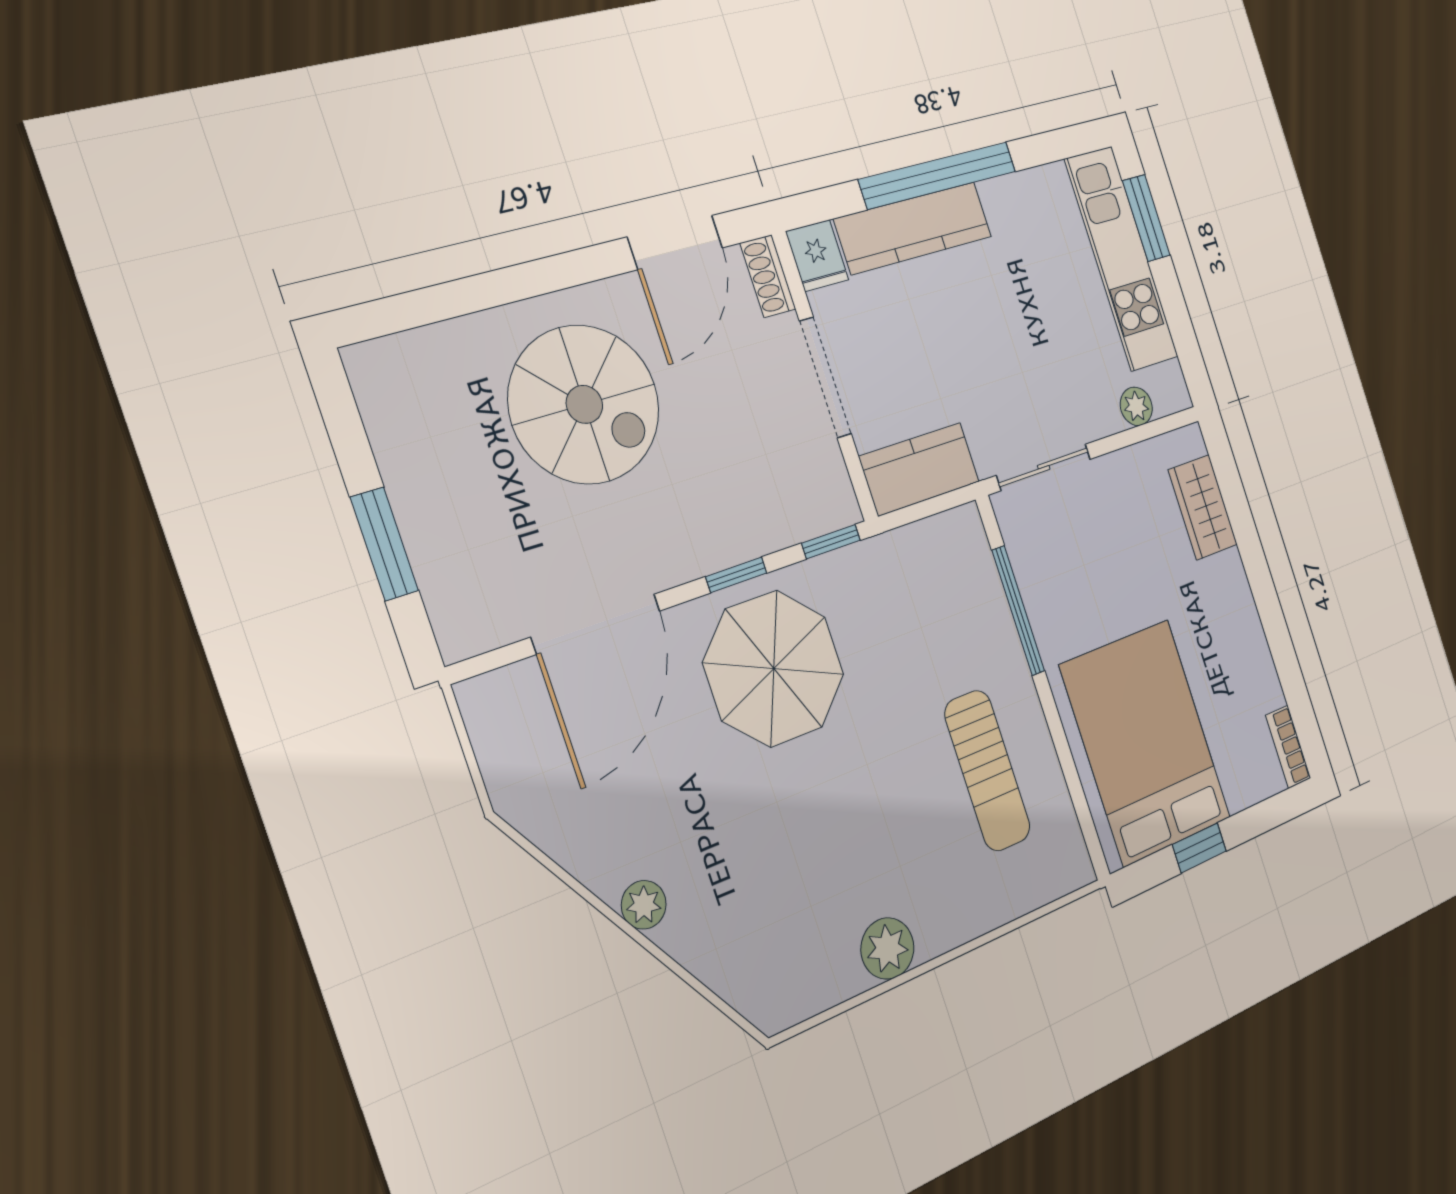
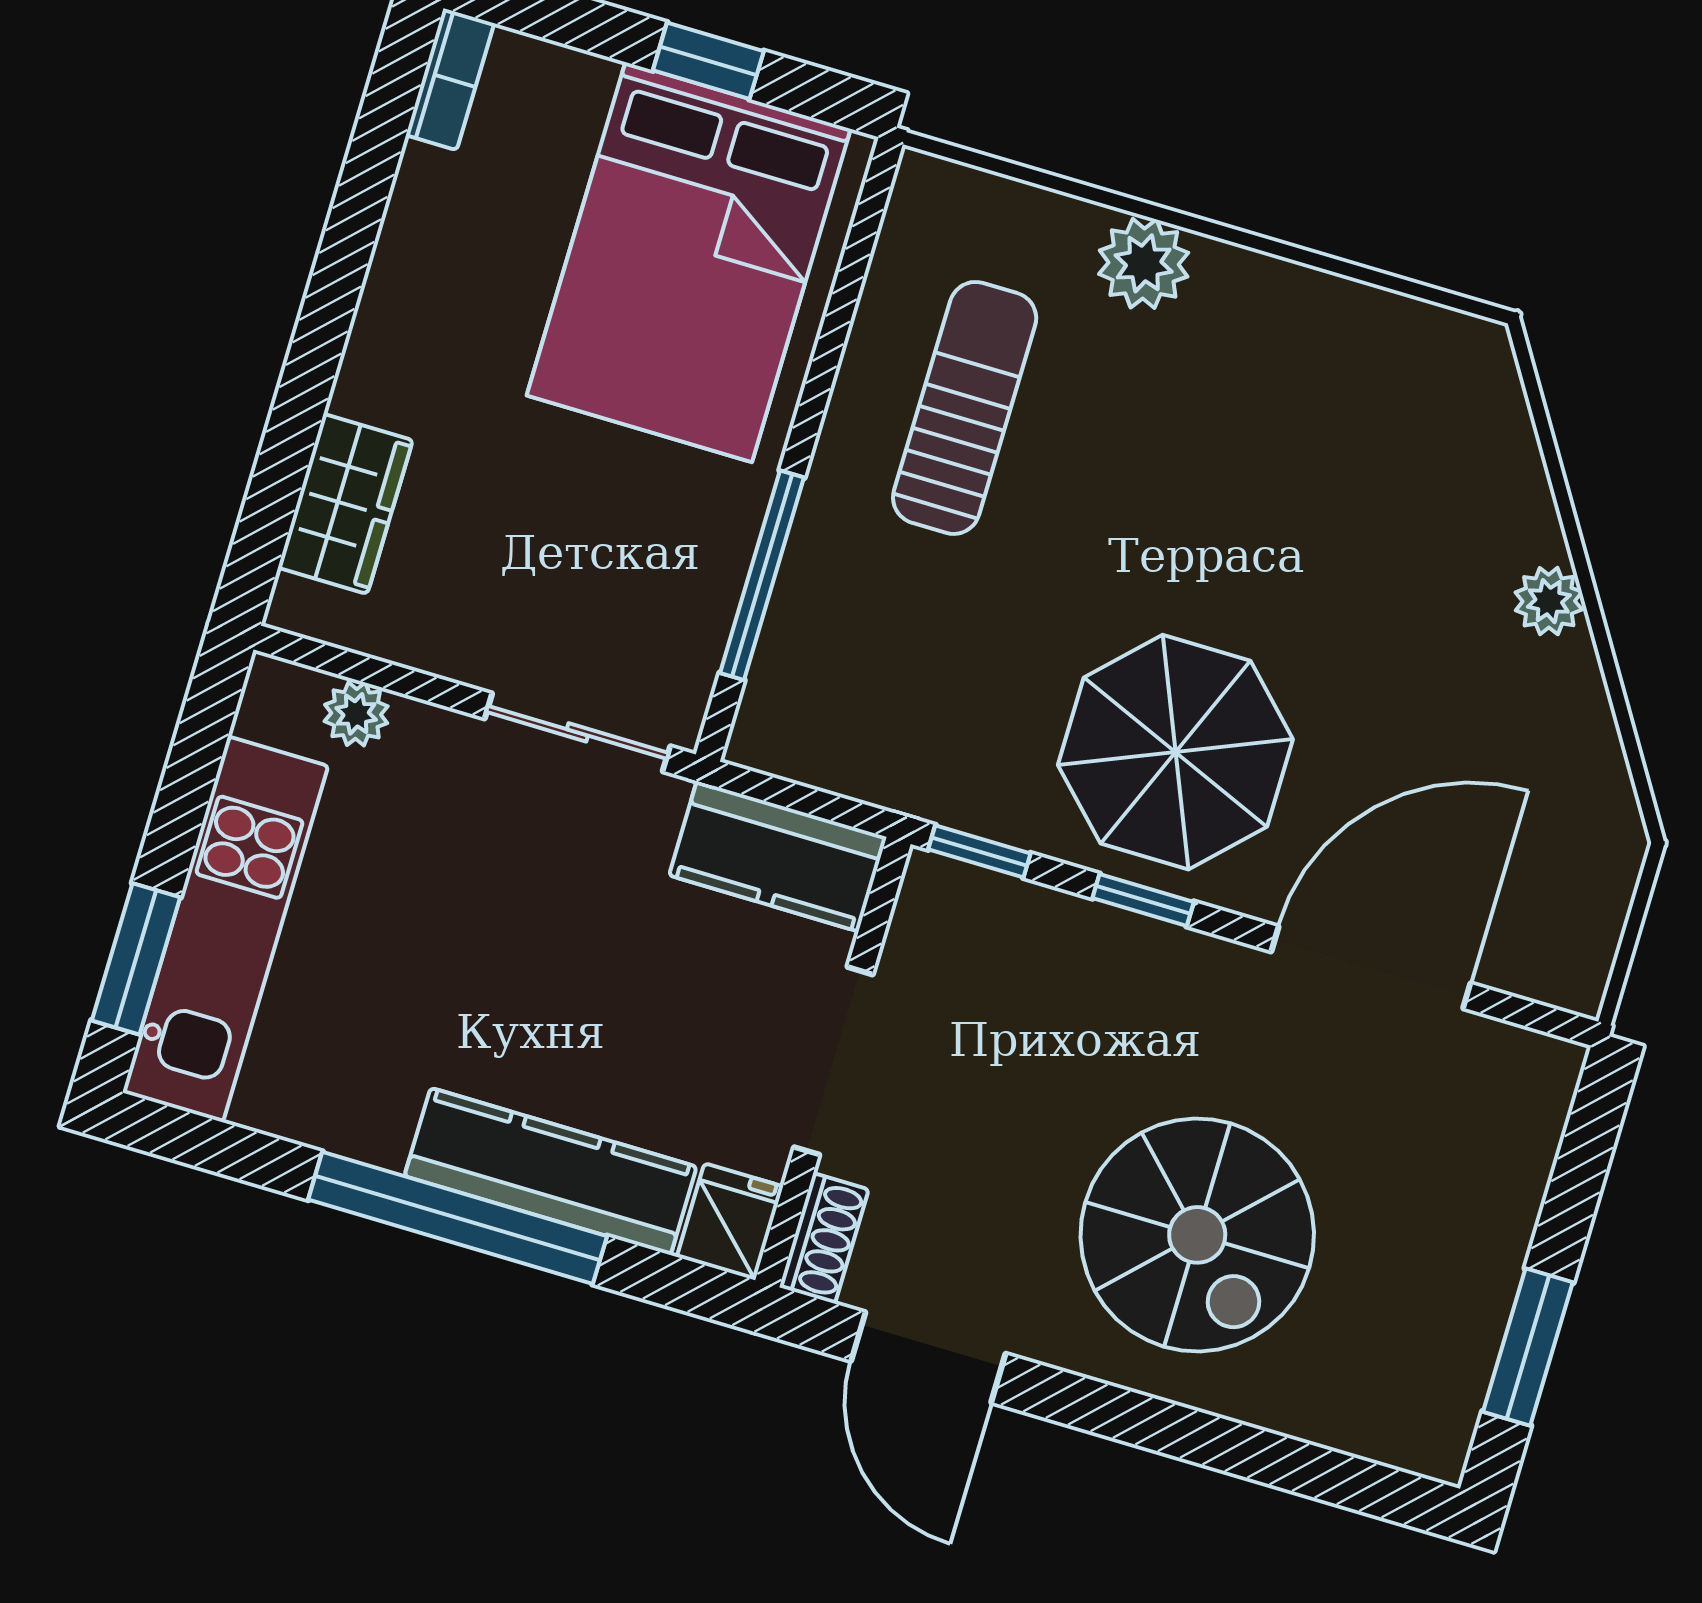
door: (675, 242) -> (928, 1357), swing flipped
spiral stairs: (584, 404) -> (1197, 1235), turned 180
window: (384, 544) -> (1528, 1347), moved
plant: (887, 948) -> (1144, 263), moved

